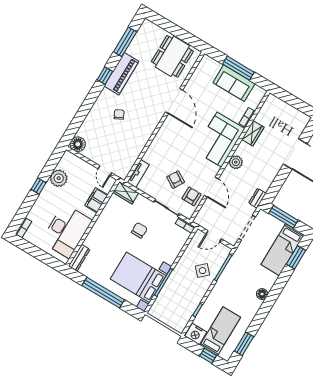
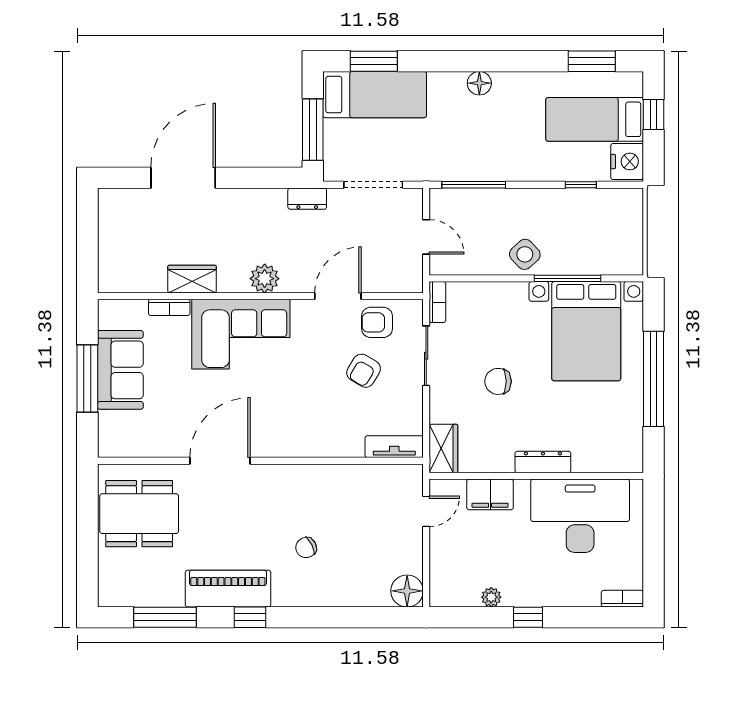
plant: (59, 178) -> (491, 597), width x0.53, depth x0.53
dresser: (79, 258) -> (543, 462), moved
side table: (202, 271) -> (525, 254), moved

